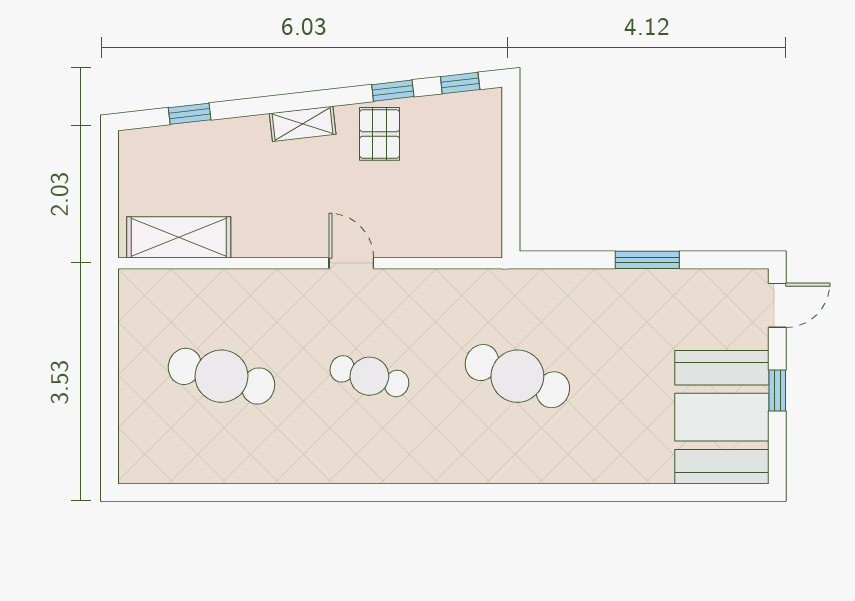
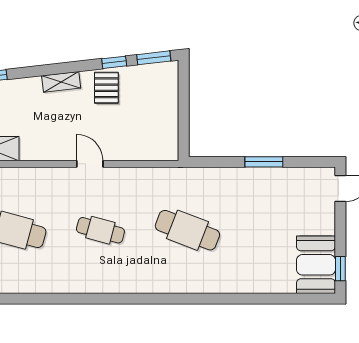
window: (460, 83) -> (154, 58), width x1.50
window: (777, 391) -> (340, 269), moved
booth: (722, 417) -> (316, 265), width x0.73, depth x0.70

